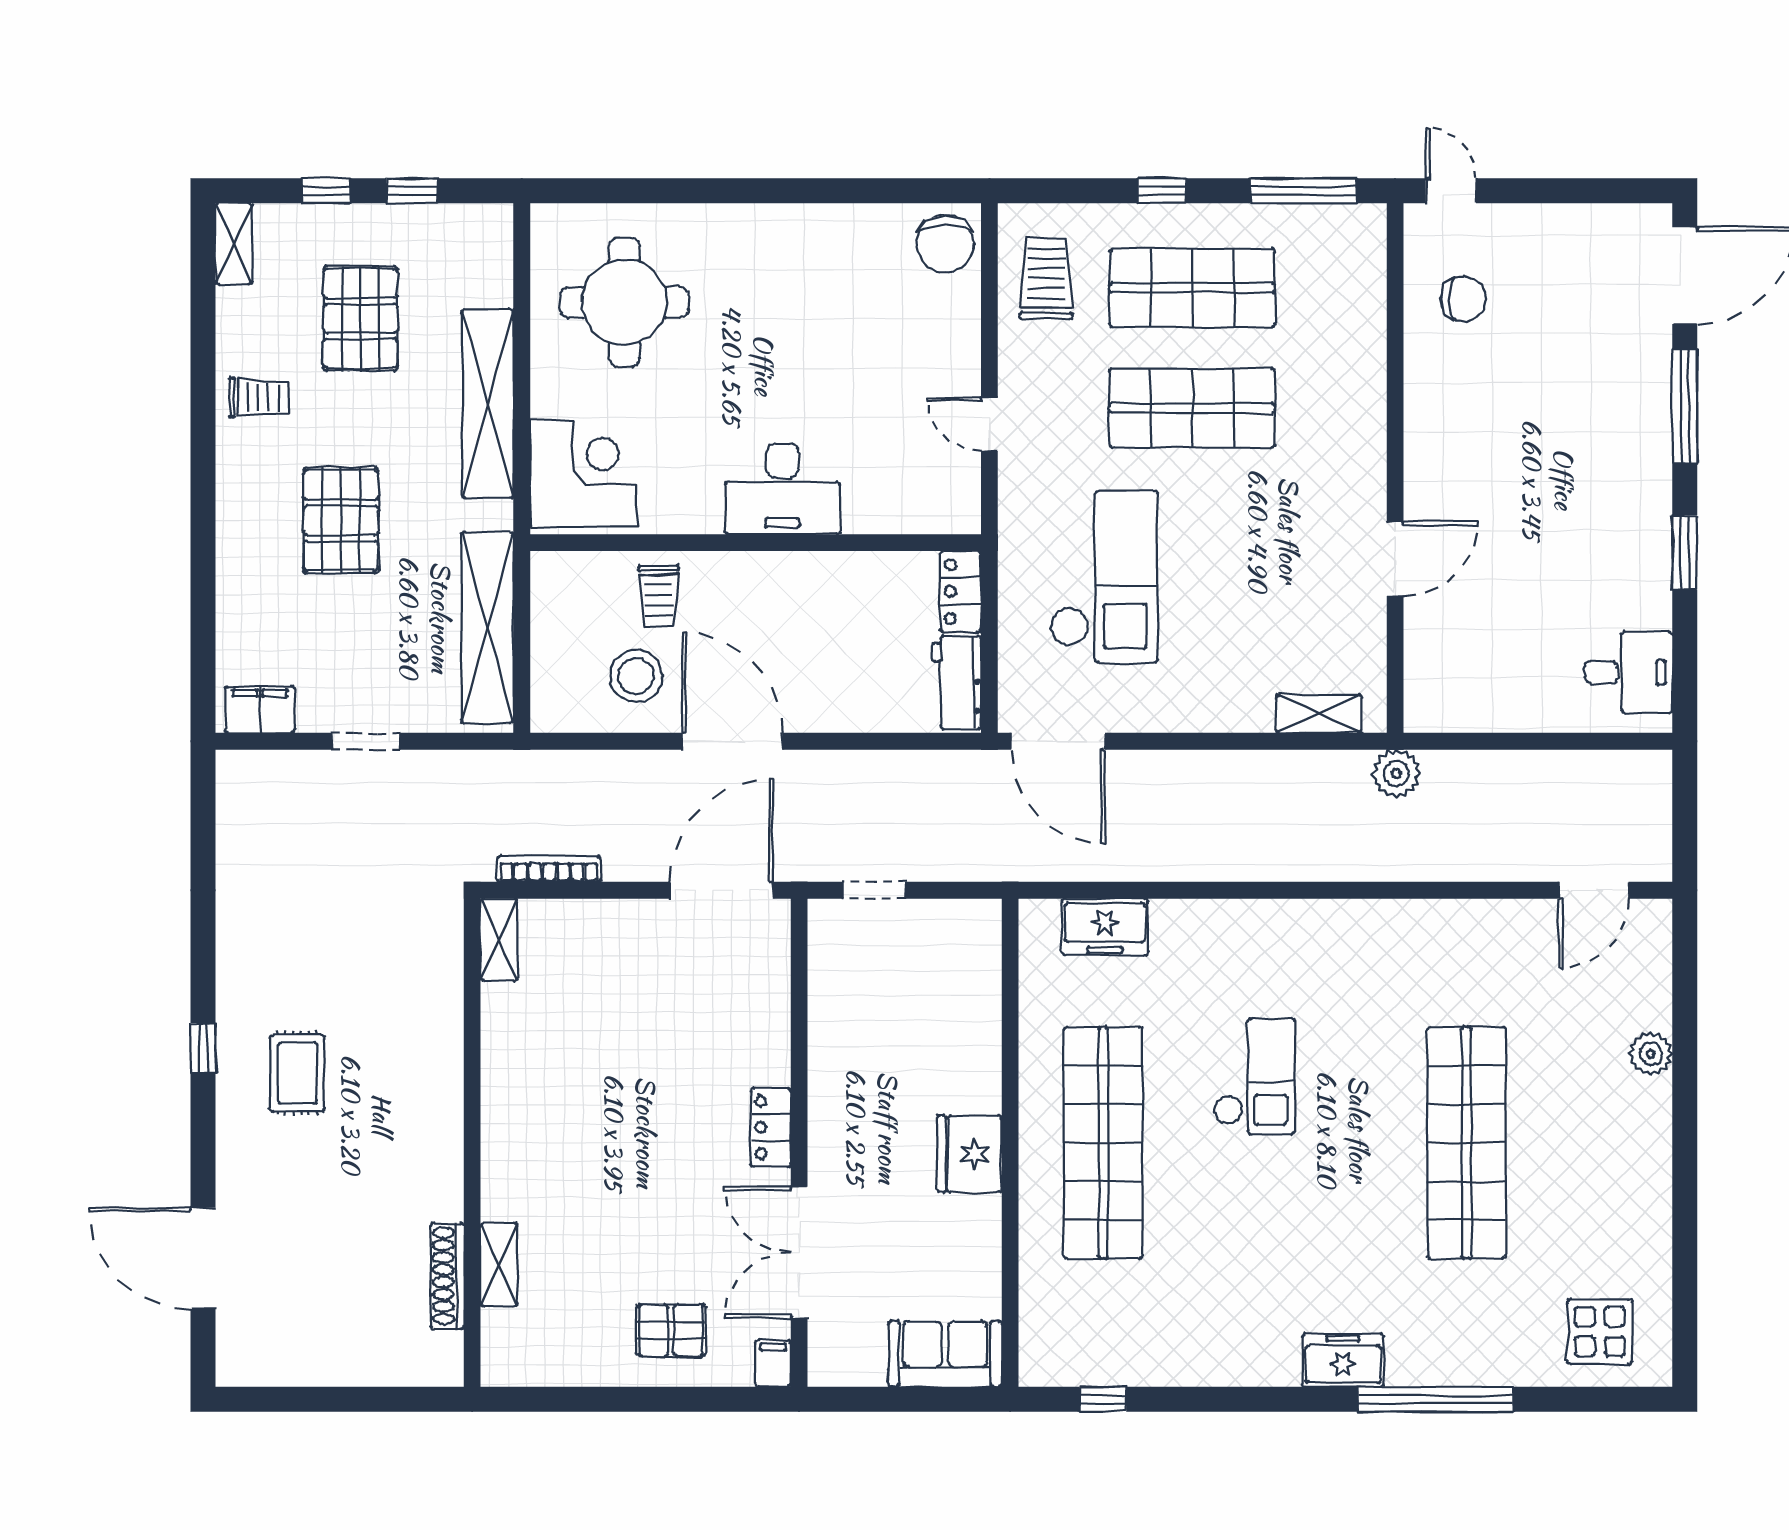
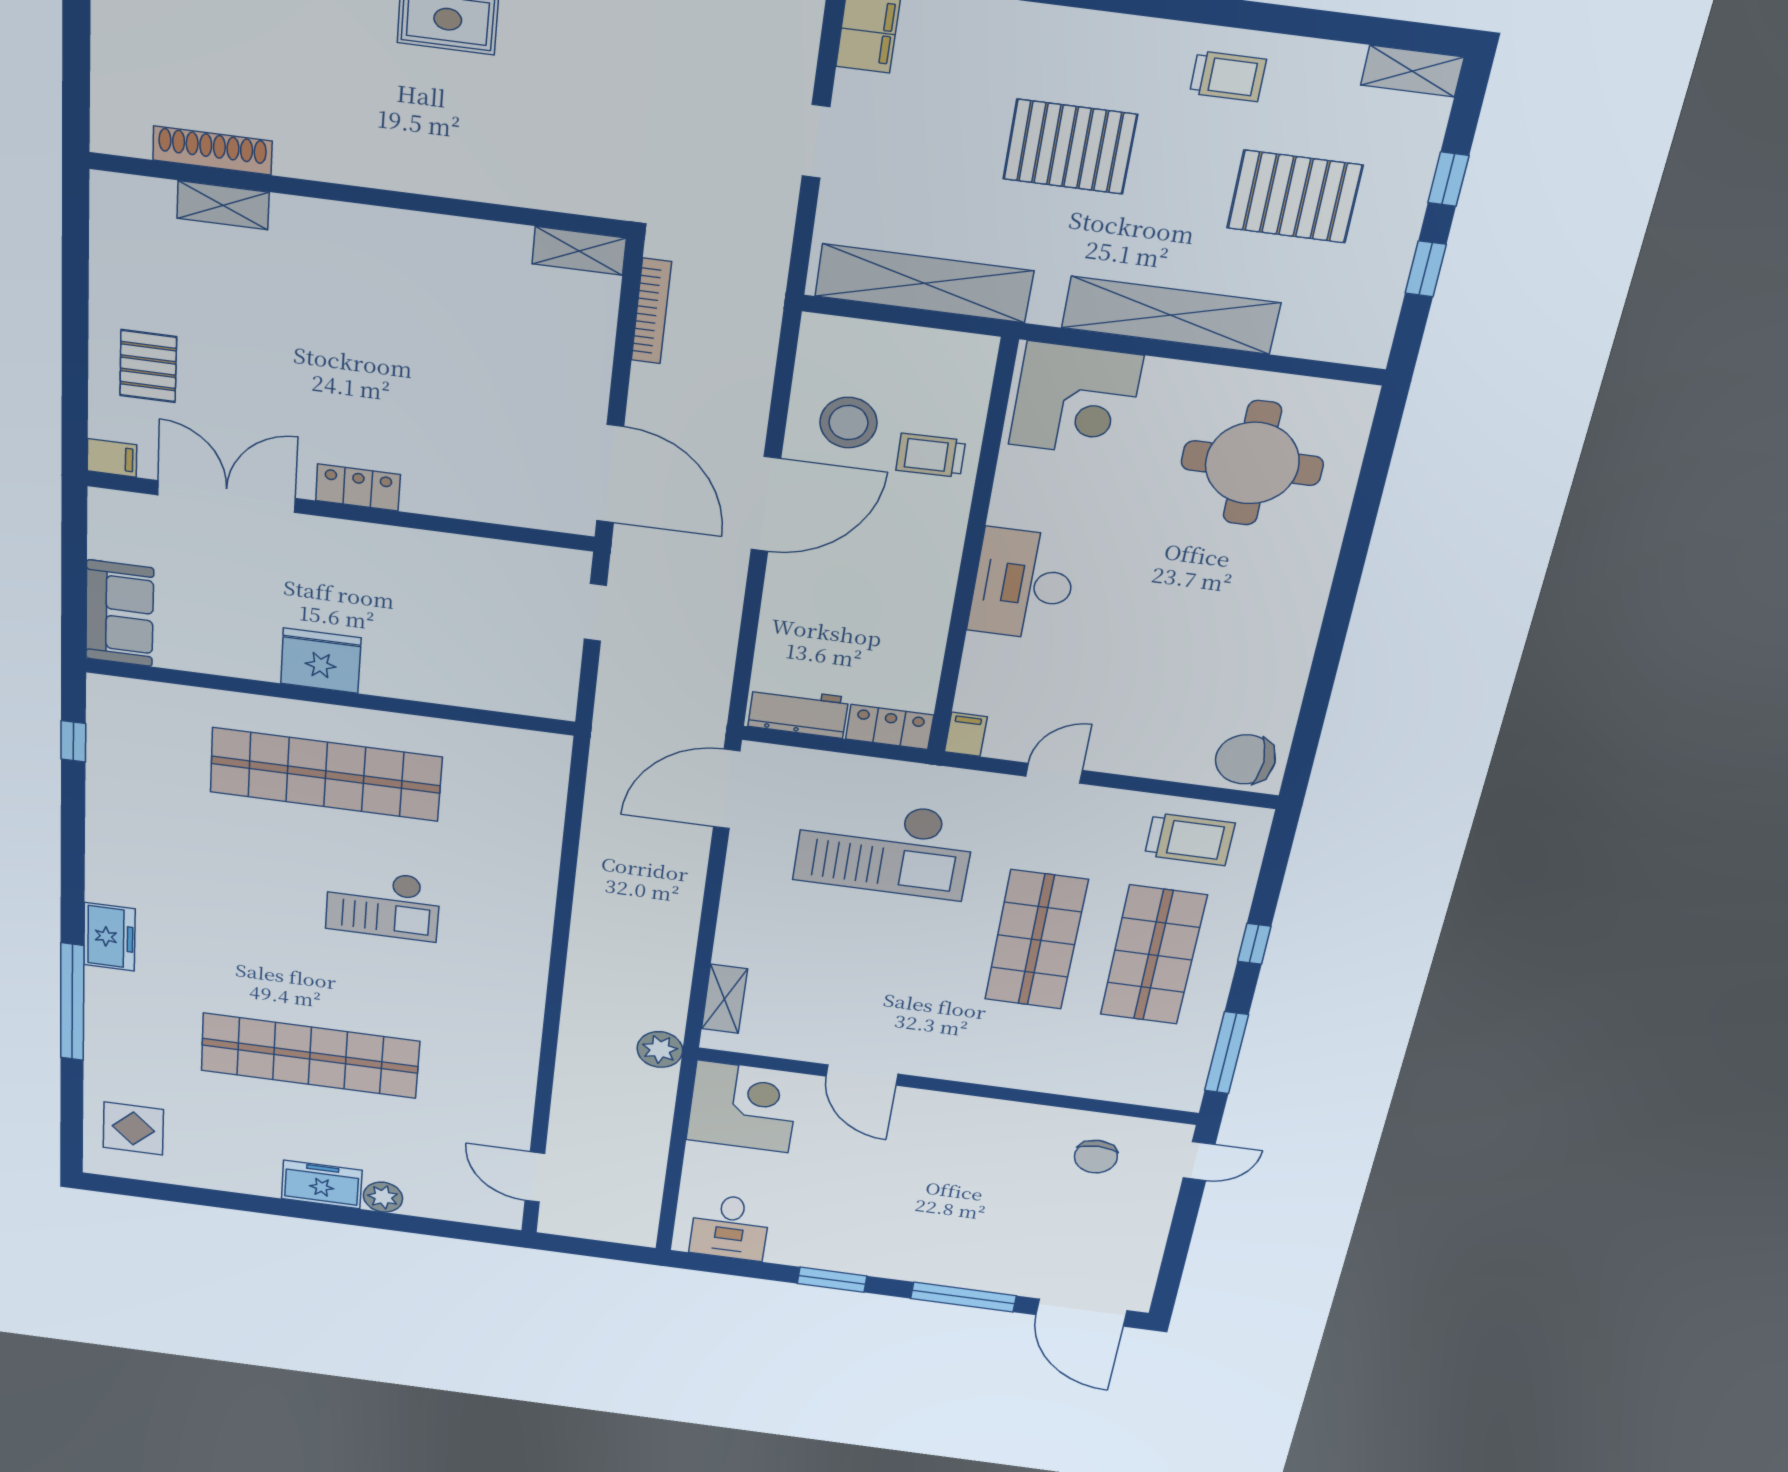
trolley: (259, 398) -> (1228, 76), turned -90
filing cabinet: (958, 517) -> (966, 734), added
corner desk: (1458, 678) -> (743, 1107), added
freezer: (1105, 927) -> (322, 1184), moved, turned 90

